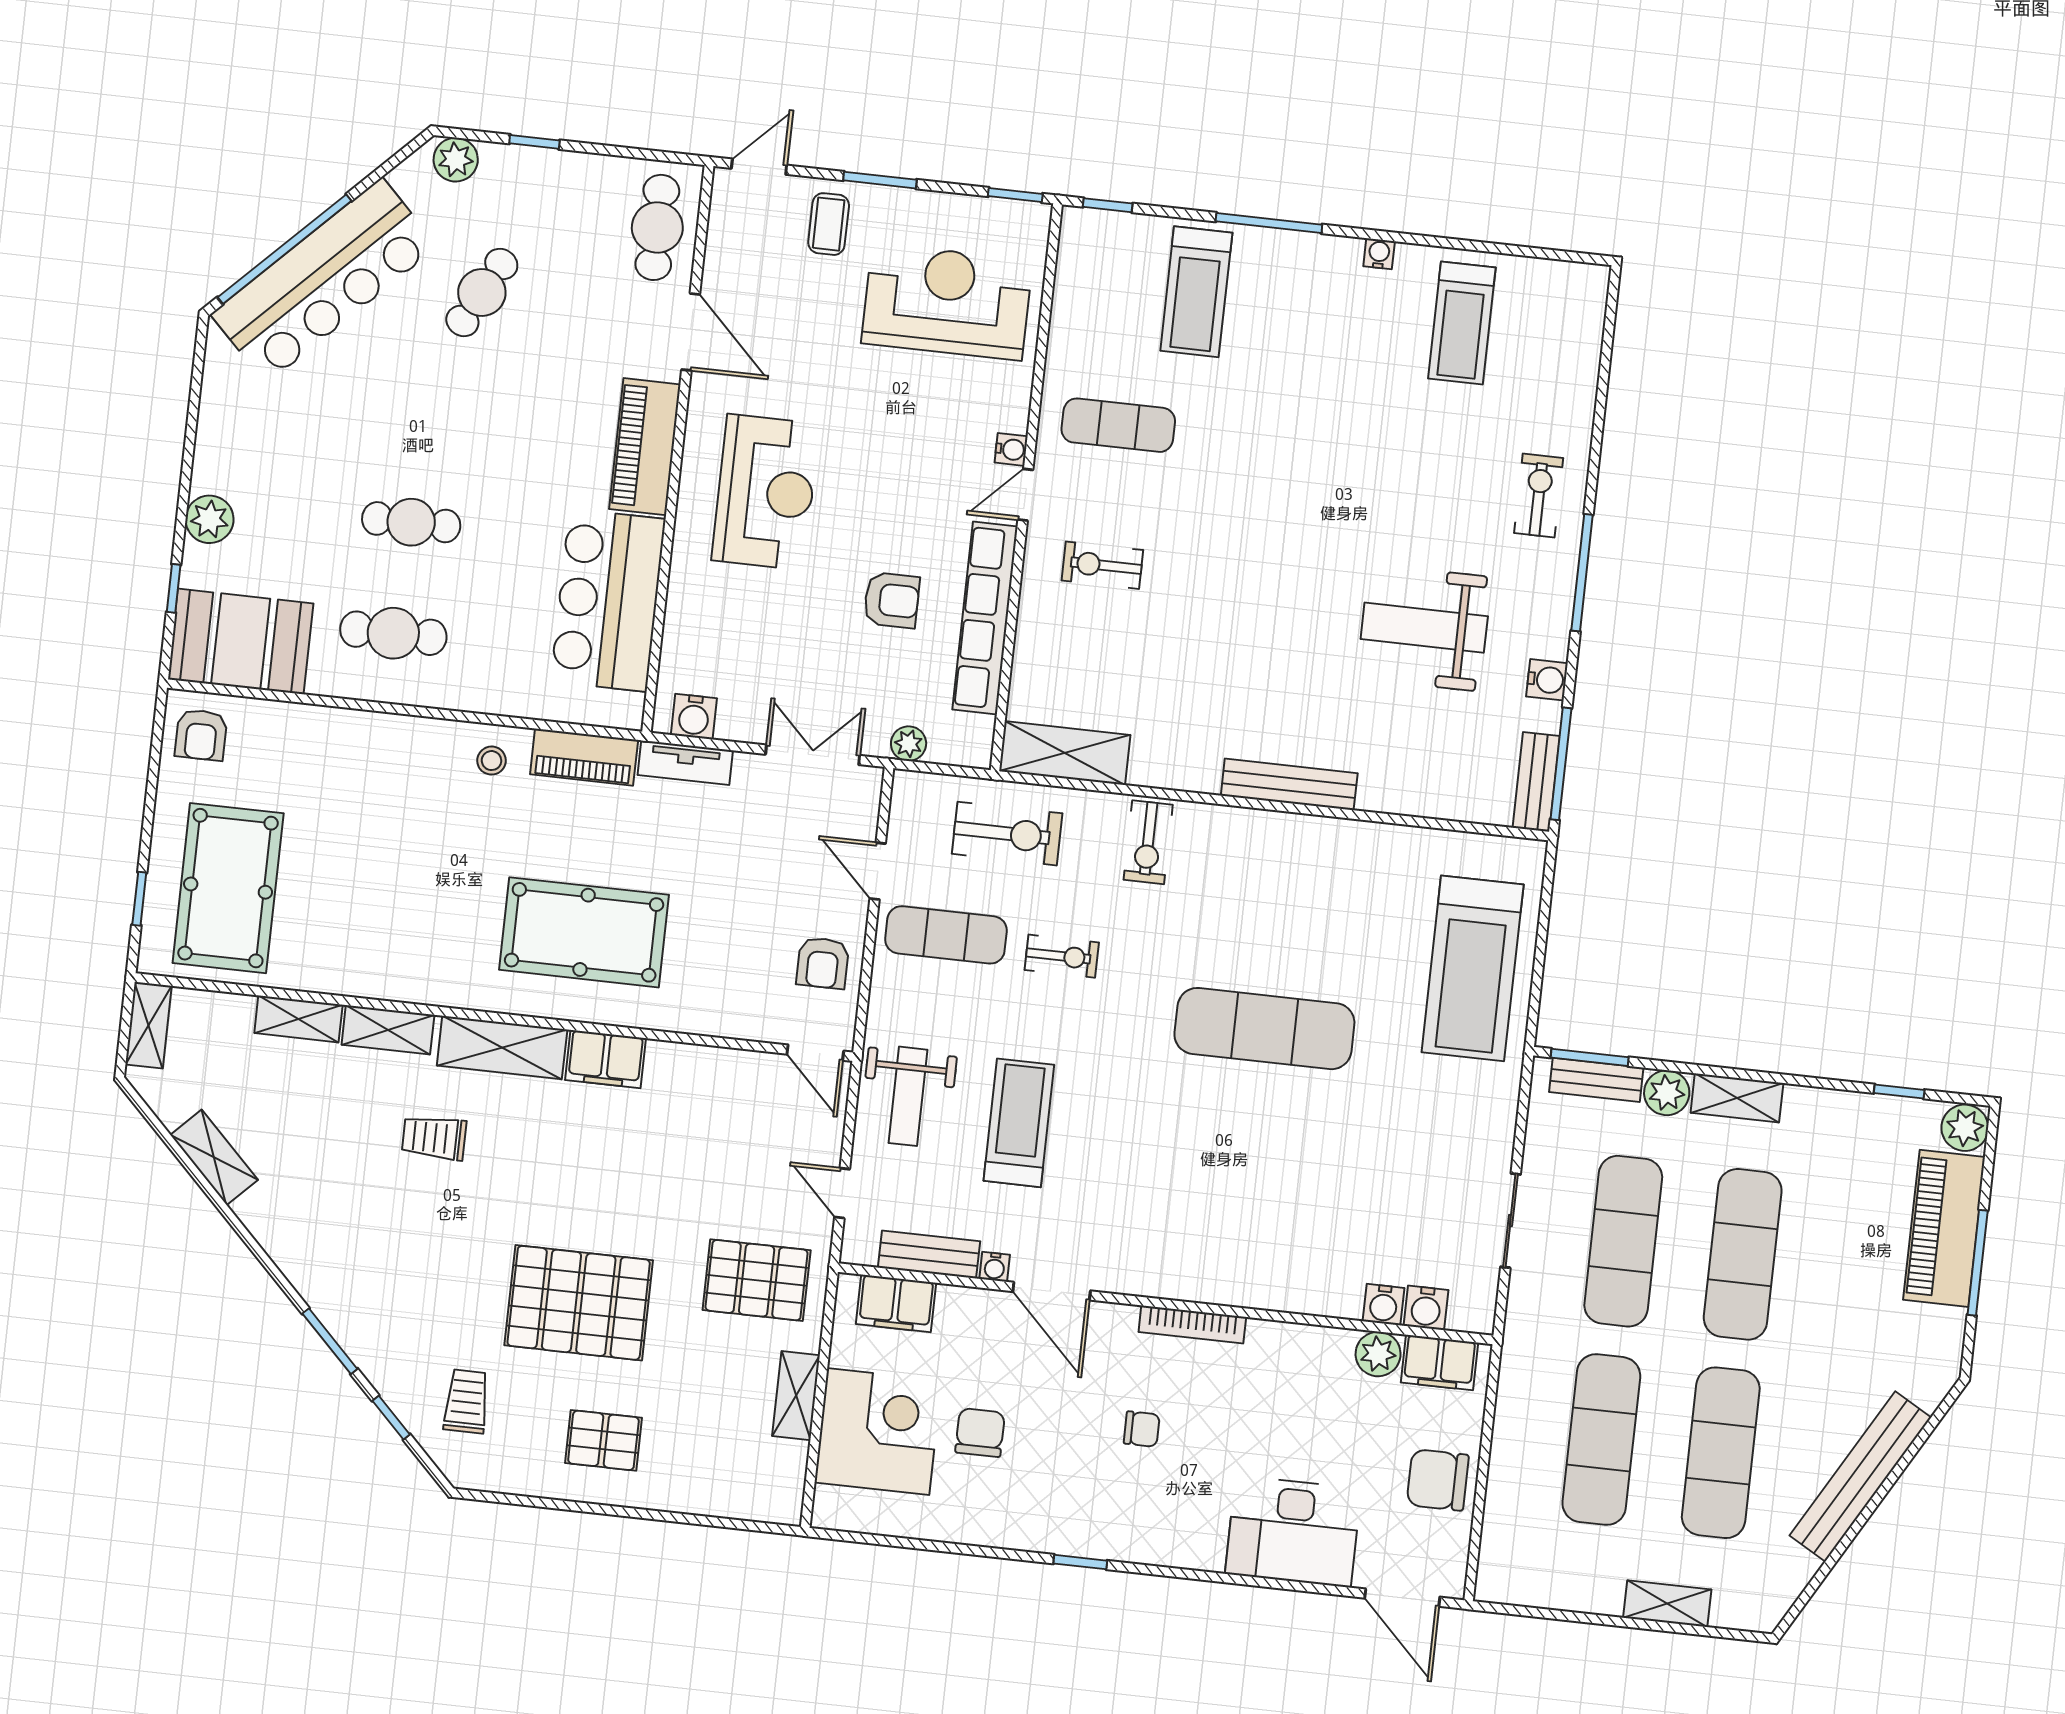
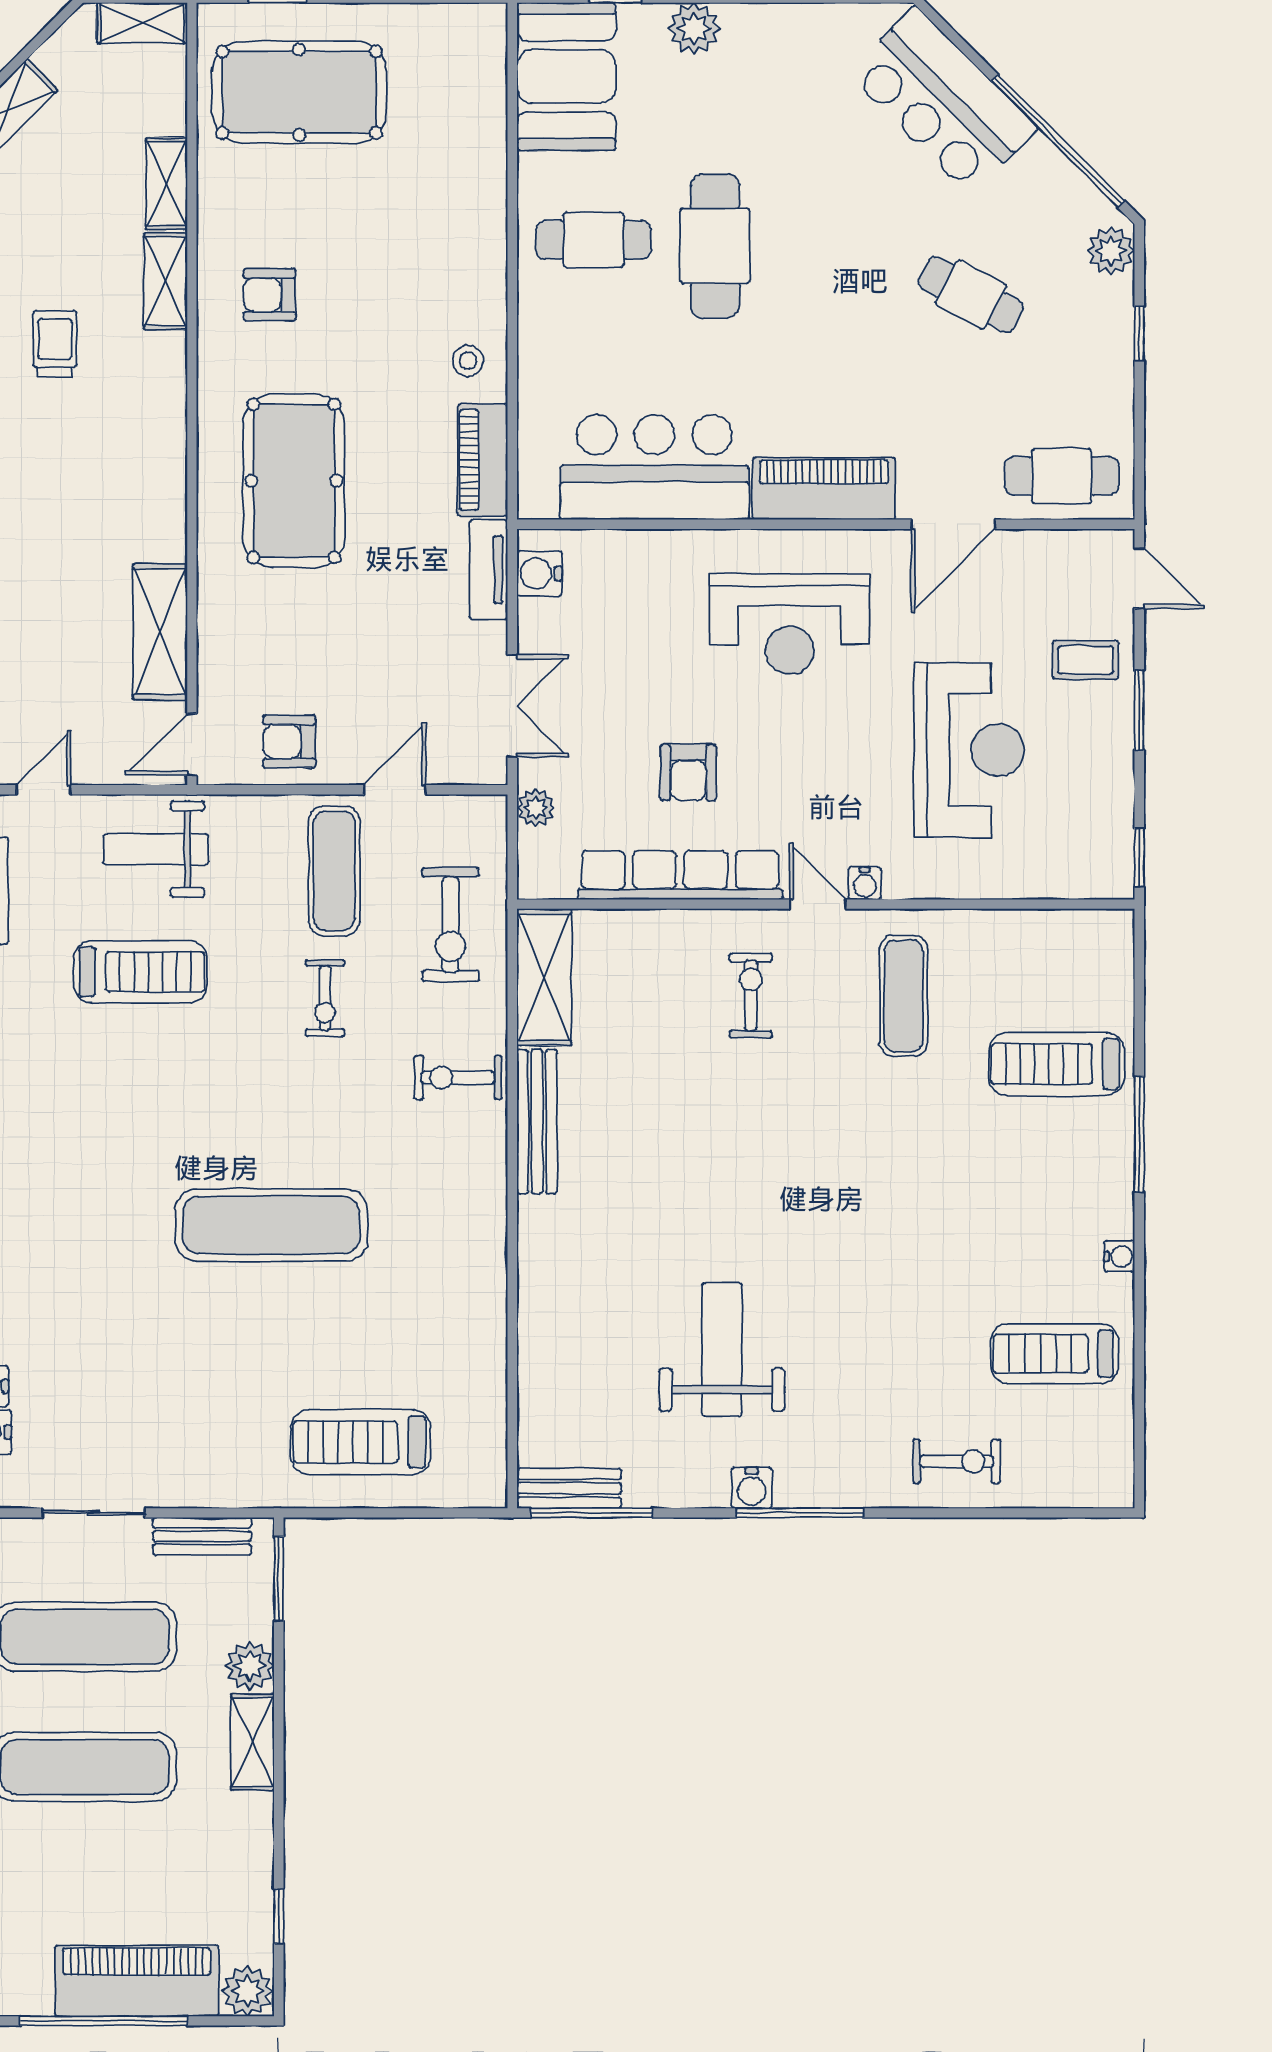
window: (1108, 205) -> (1139, 958), removed
window: (285, 249) -> (1058, 141), moved
bar counter: (324, 280) -> (942, 101), width x0.73
reception desk: (947, 302) -> (969, 750), moved
exercise bike: (1539, 495) -> (957, 1461), moved
cafe table: (411, 522) -> (715, 246), width x1.37, depth x1.35
cafe table: (393, 633) -> (593, 240), turned 90
water cooler: (1547, 680) -> (752, 1488), moved
armchair: (201, 735) -> (270, 295), moved
bench: (1289, 784) -> (537, 1122), moved
treadmill: (1473, 968) -> (361, 1442), width x0.73, depth x0.73
exercise mat: (1264, 1029) -> (271, 1225), turned 90
shelving: (502, 1048) -> (160, 632), moved
filing cabinet: (605, 1059) -> (160, 519), removed
bench: (1596, 1080) -> (202, 1536), moved, turned 90
window: (1978, 1263) -> (104, 2021), width x1.46

